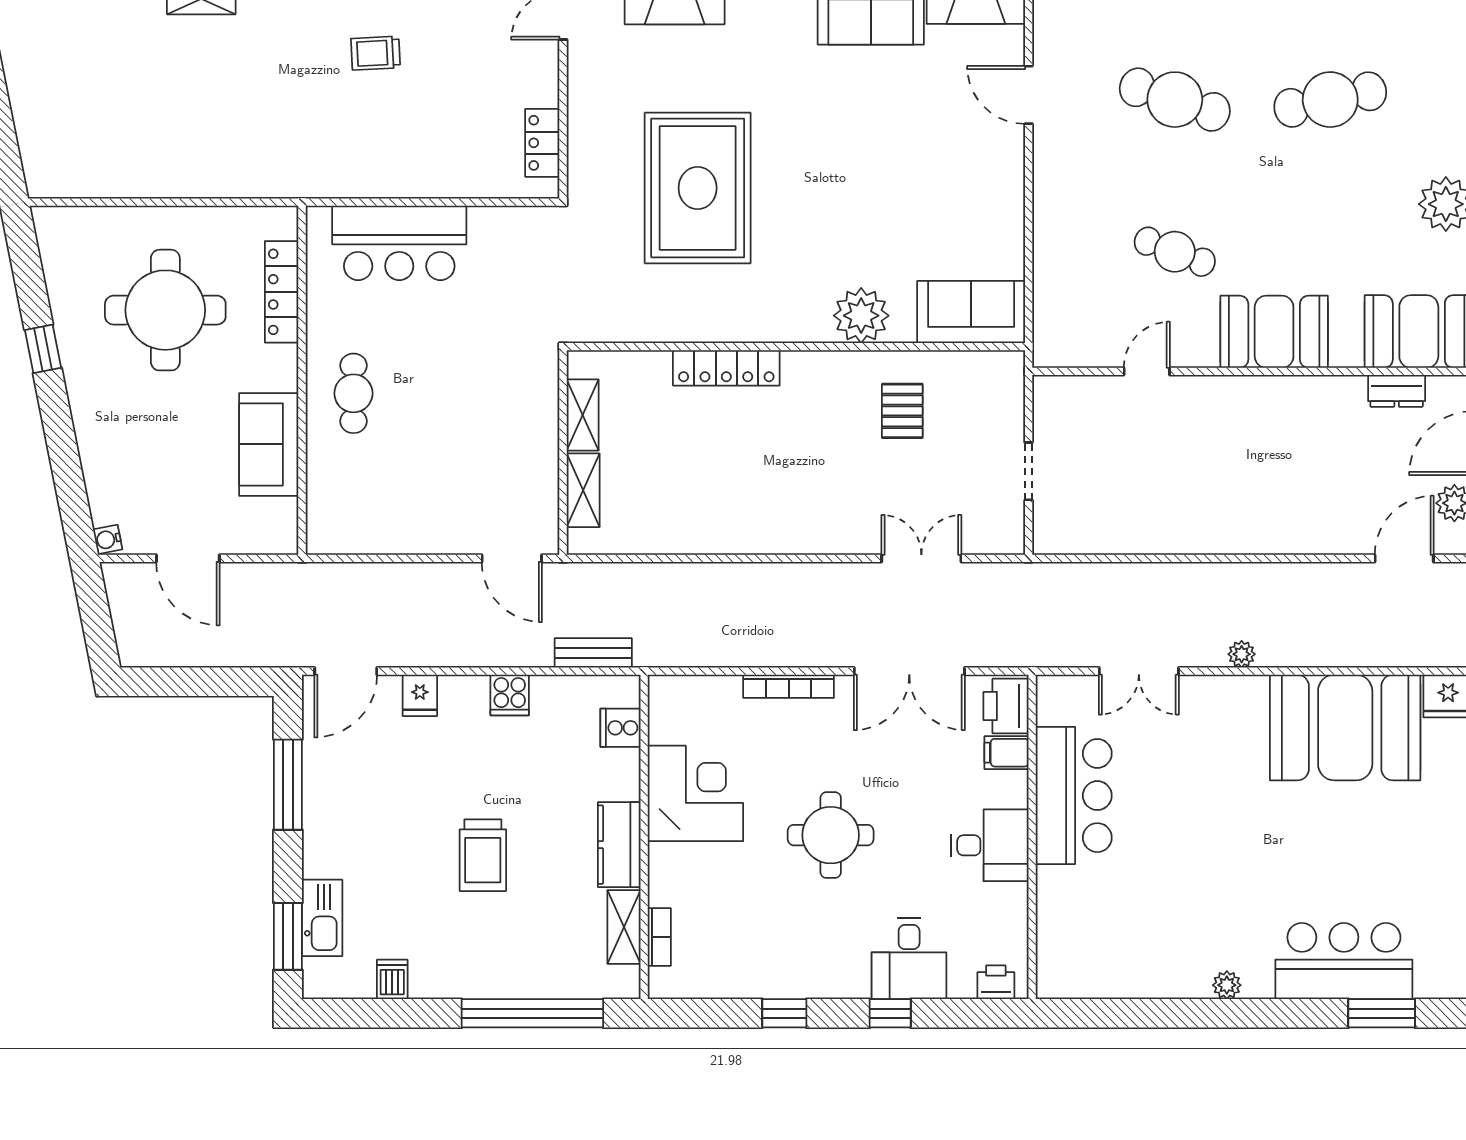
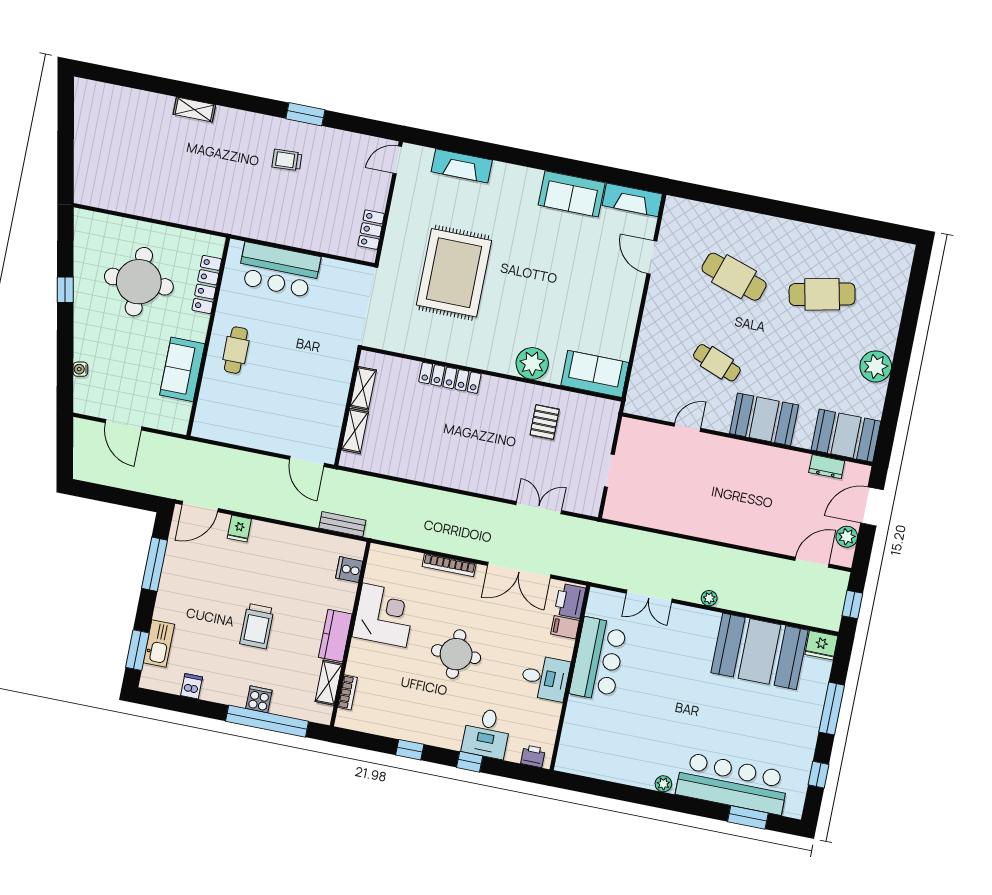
water cooler: (108, 539) -> (80, 369), moved
cooker: (510, 695) -> (259, 699), moved, turned 180
bar counter: (1344, 961) -> (732, 783), width x1.36

